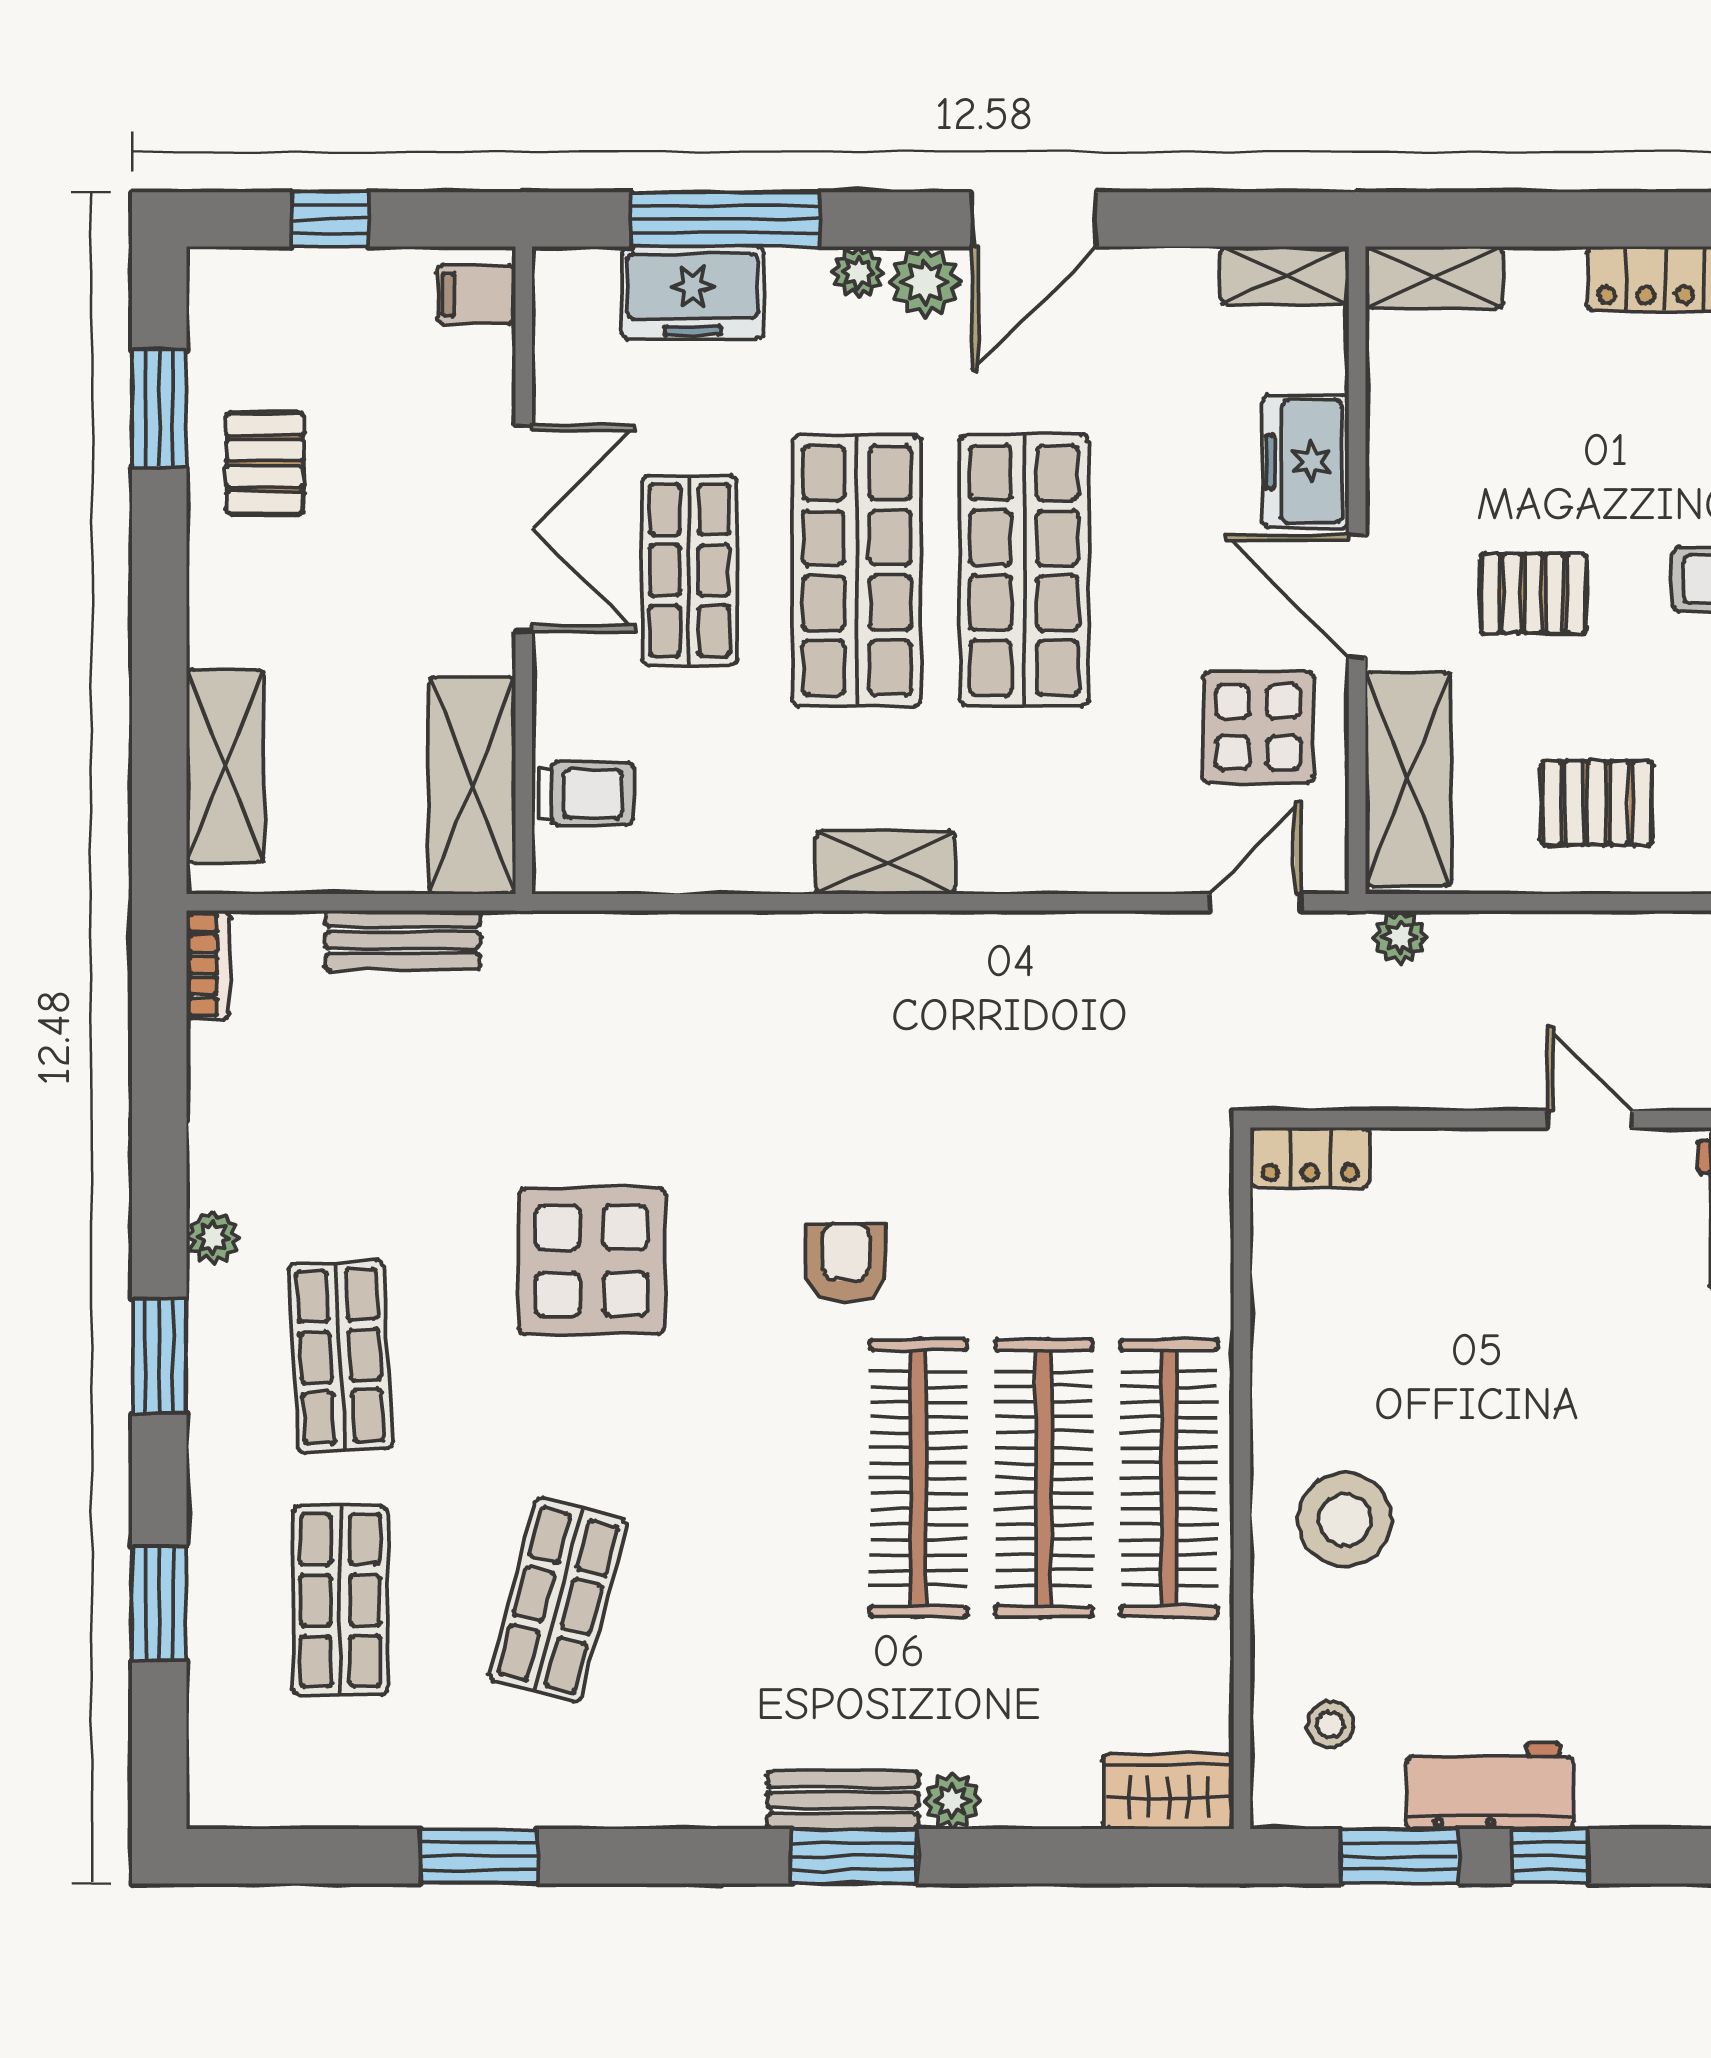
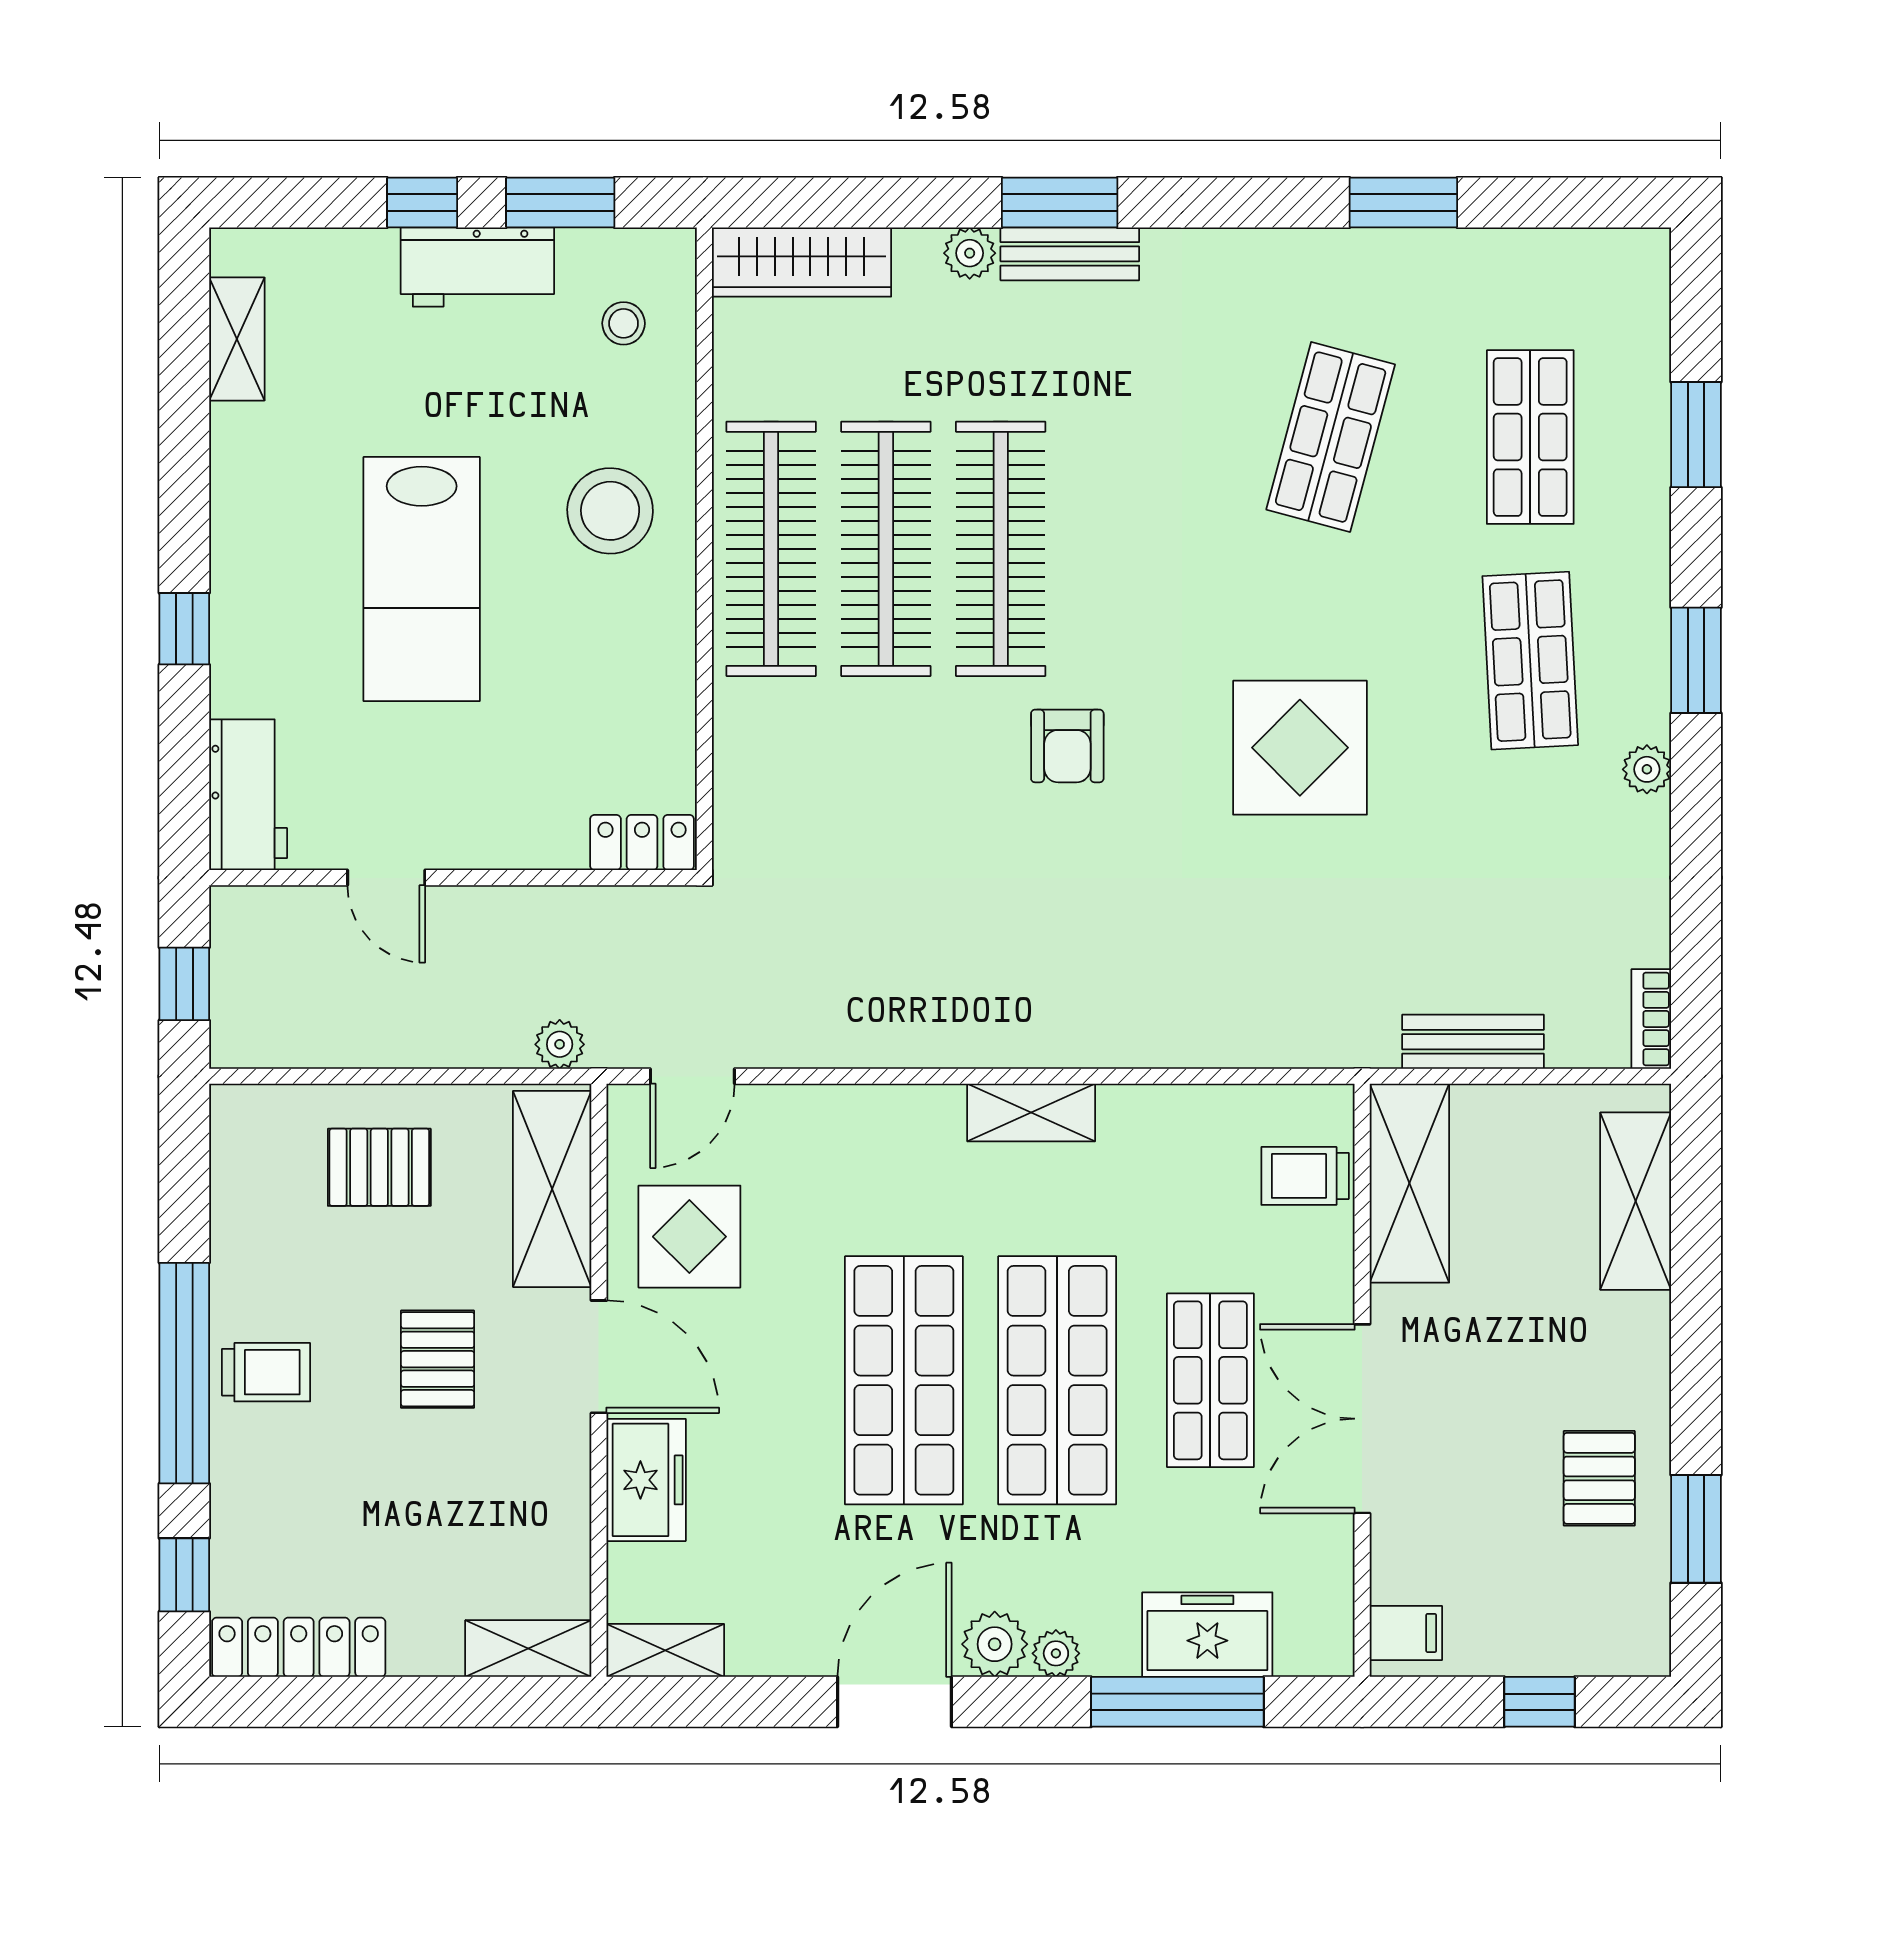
pallet: (1533, 593) -> (438, 1359), turned 90
lab bench: (1551, 1445) -> (422, 579), added
wardrobe: (1169, 1791) -> (802, 262), width x1.50

